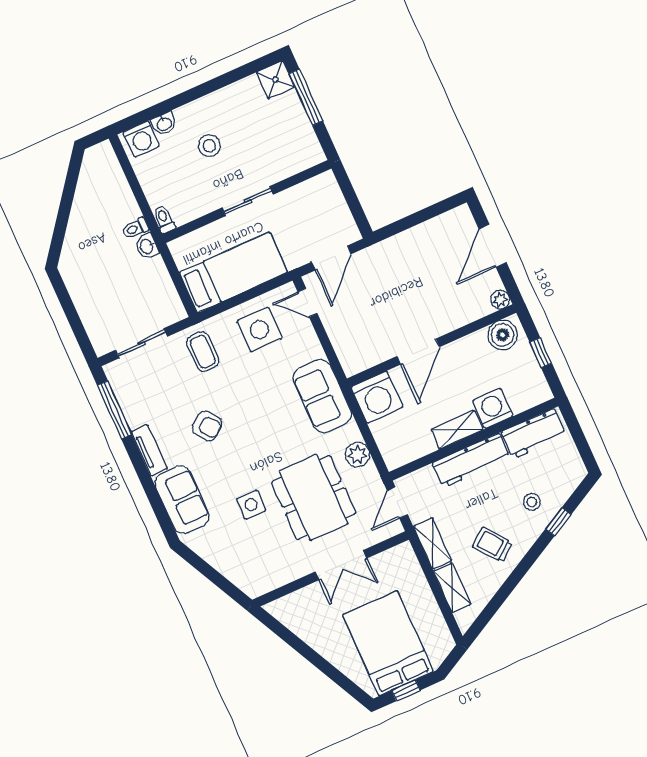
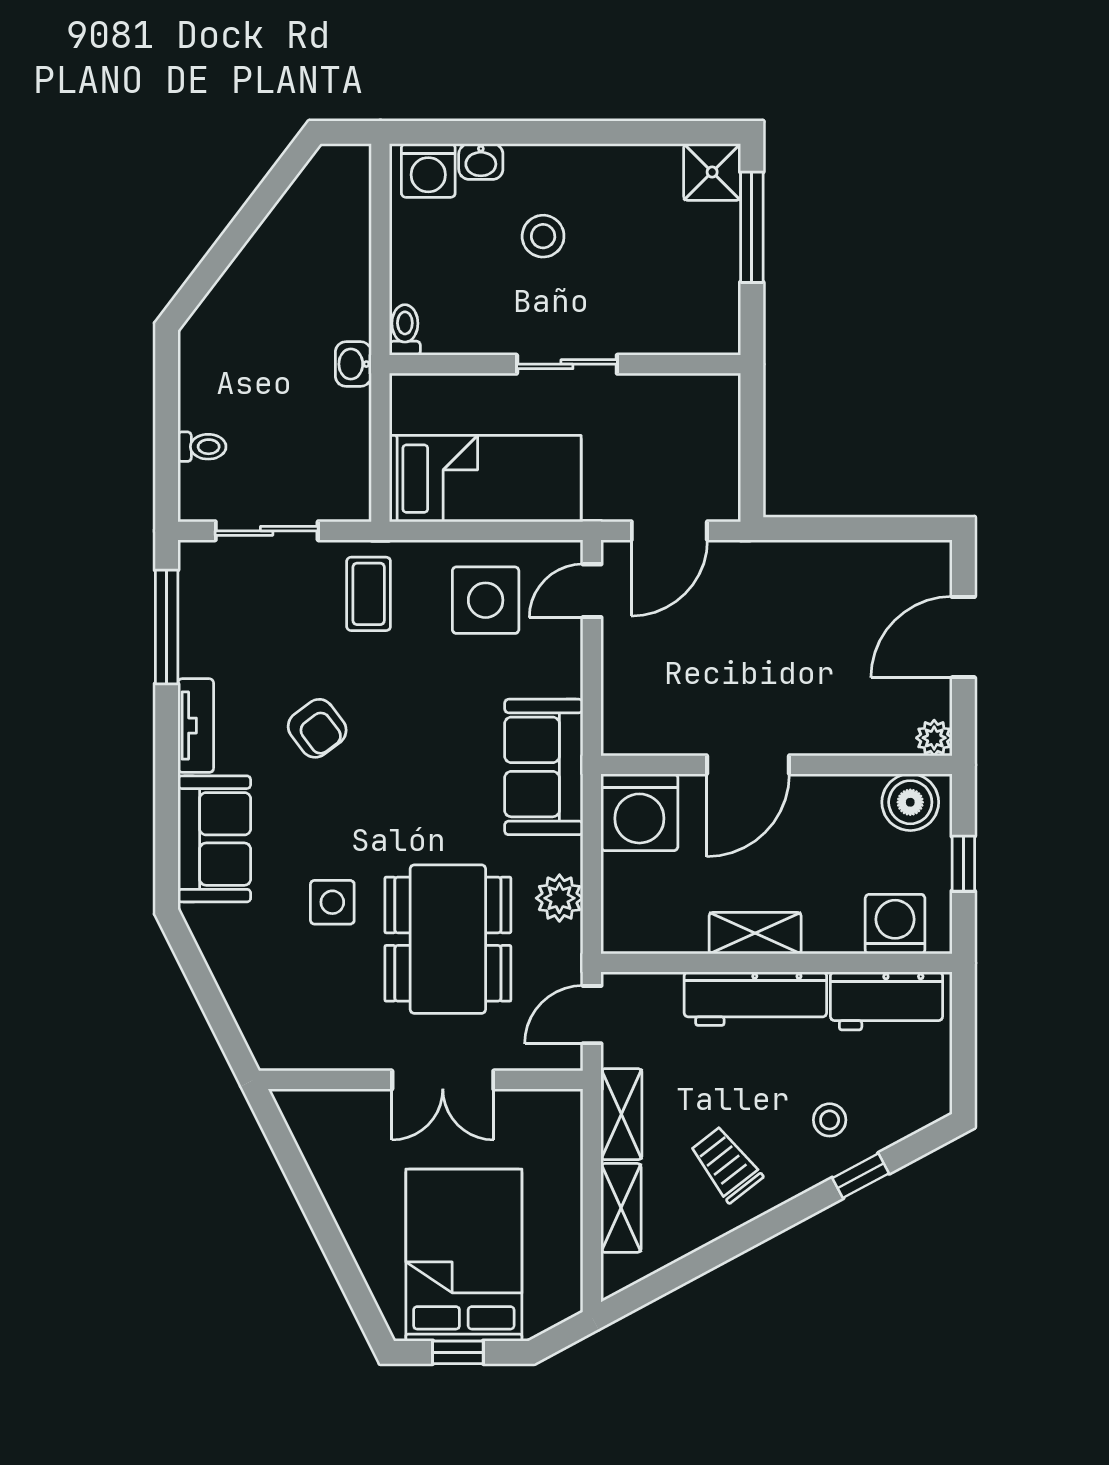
toilet: (135, 228) -> (202, 447), moved, turned 180
door: (308, 303) -> (592, 591), hinge flipped
washing machine: (493, 408) -> (895, 924), moved

